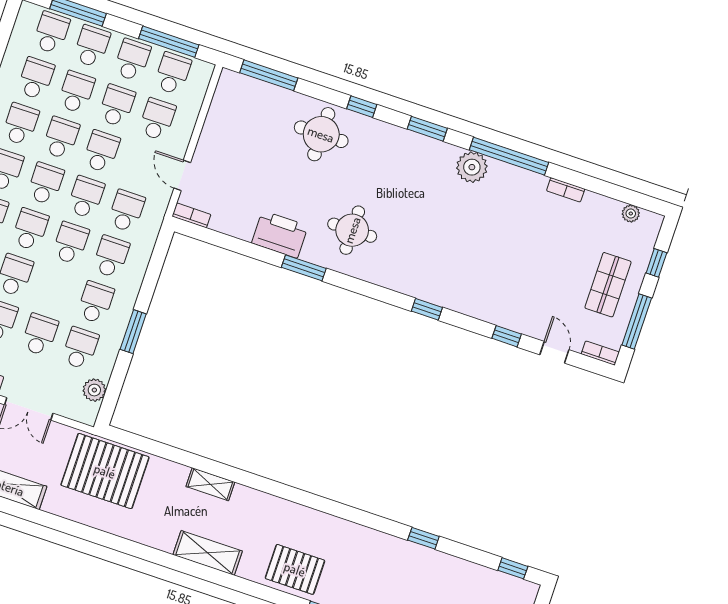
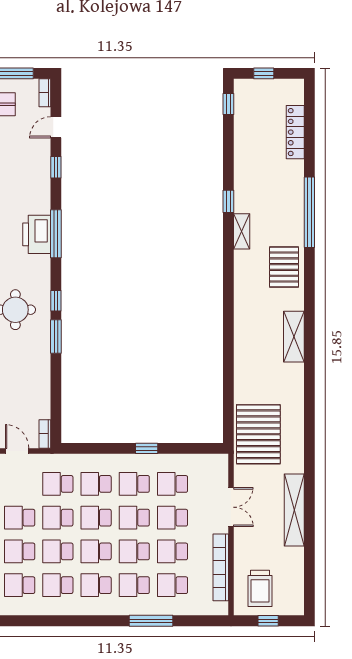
door: (182, 175) -> (17, 451), swing flipped
printer: (280, 234) -> (37, 234), moved
window: (347, 282) -> (56, 301), added
school desk: (55, 289) -> (134, 518), added
window: (427, 309) -> (56, 234), width x2.17
window: (133, 332) -> (147, 448), width x0.67
plant: (94, 390) -> (200, 463), removed
shelving: (210, 484) -> (242, 231), moved
window: (423, 538) -> (228, 201), moved

